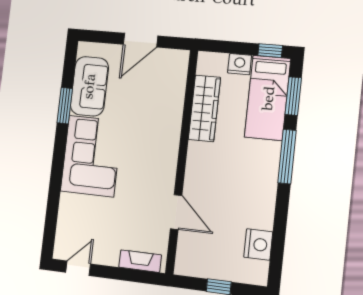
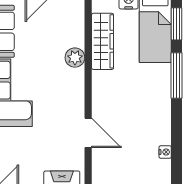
plant: (171, 124) -> (75, 58), added
nightstand: (258, 244) -> (165, 152), width x0.53, depth x0.56

